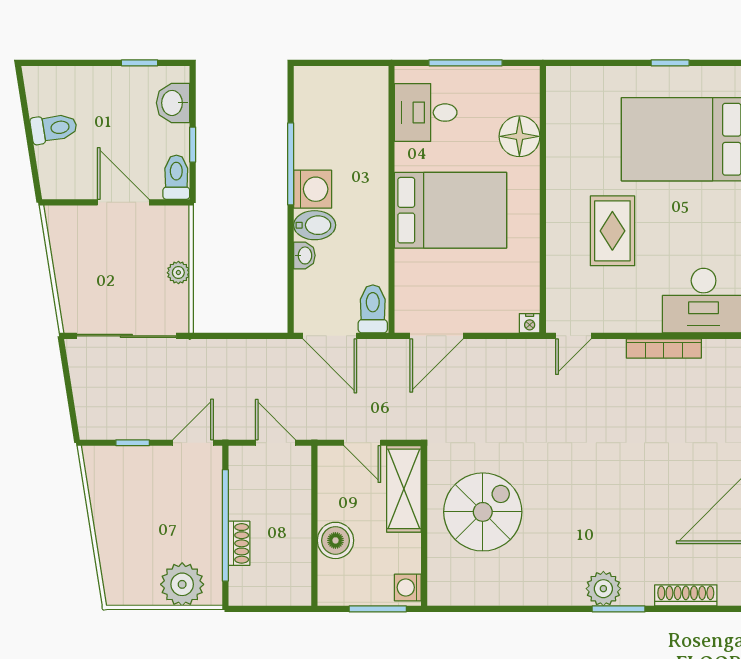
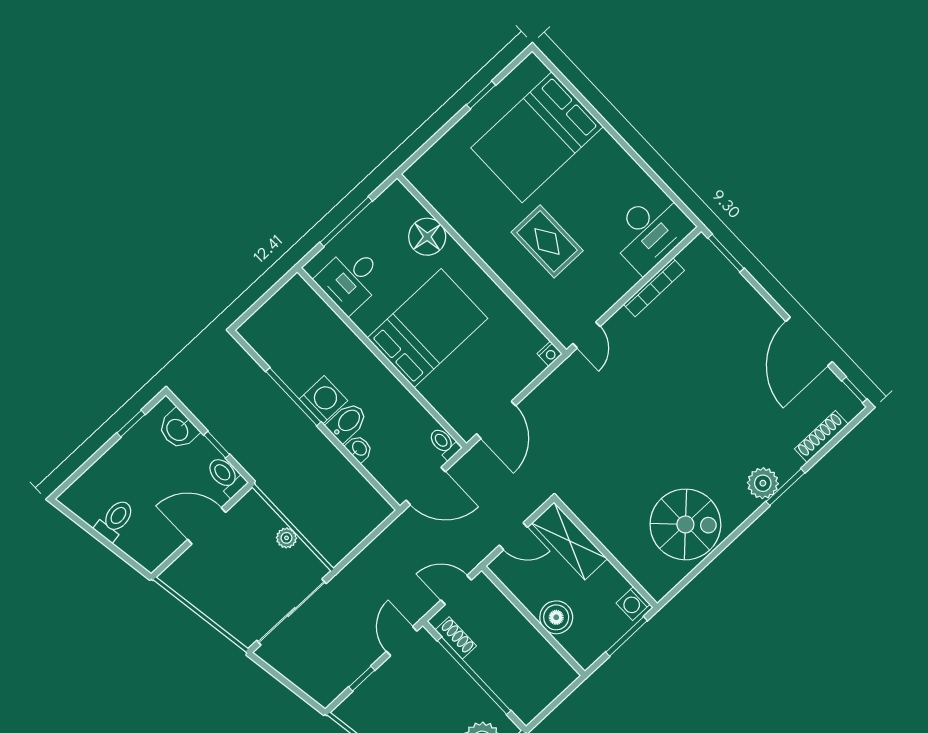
toilet: (373, 309) -> (444, 443), width x0.73, depth x0.72
spiral stairs: (483, 512) -> (685, 524), moved, turned 90
shoe rack: (239, 543) -> (456, 638), moved

